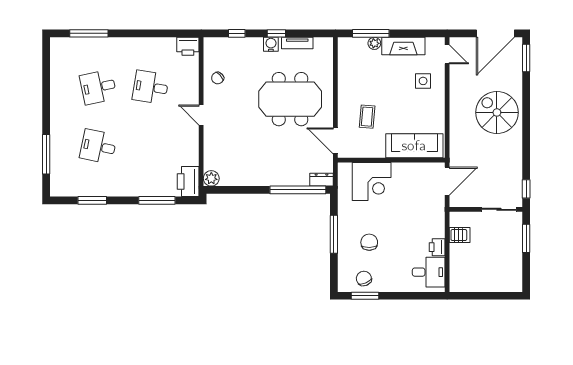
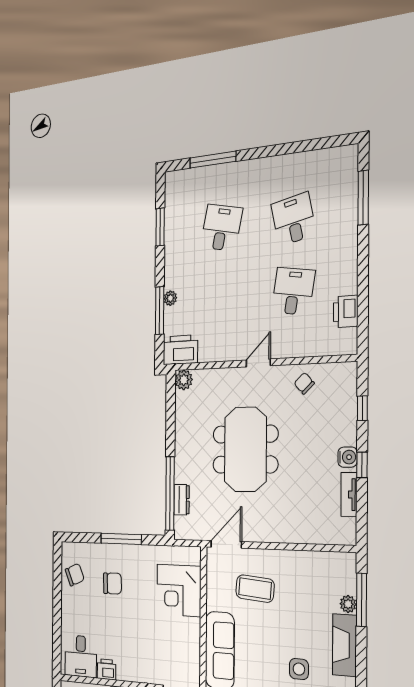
printer: (188, 46) -> (346, 311), moved
meeting table: (290, 99) -> (245, 449), moved
coffee table: (367, 117) -> (255, 589), width x1.36, depth x1.30
dresser: (321, 180) -> (182, 500), moved
plant: (148, 191) -> (170, 298), added
window: (365, 296) -> (57, 575), removed

